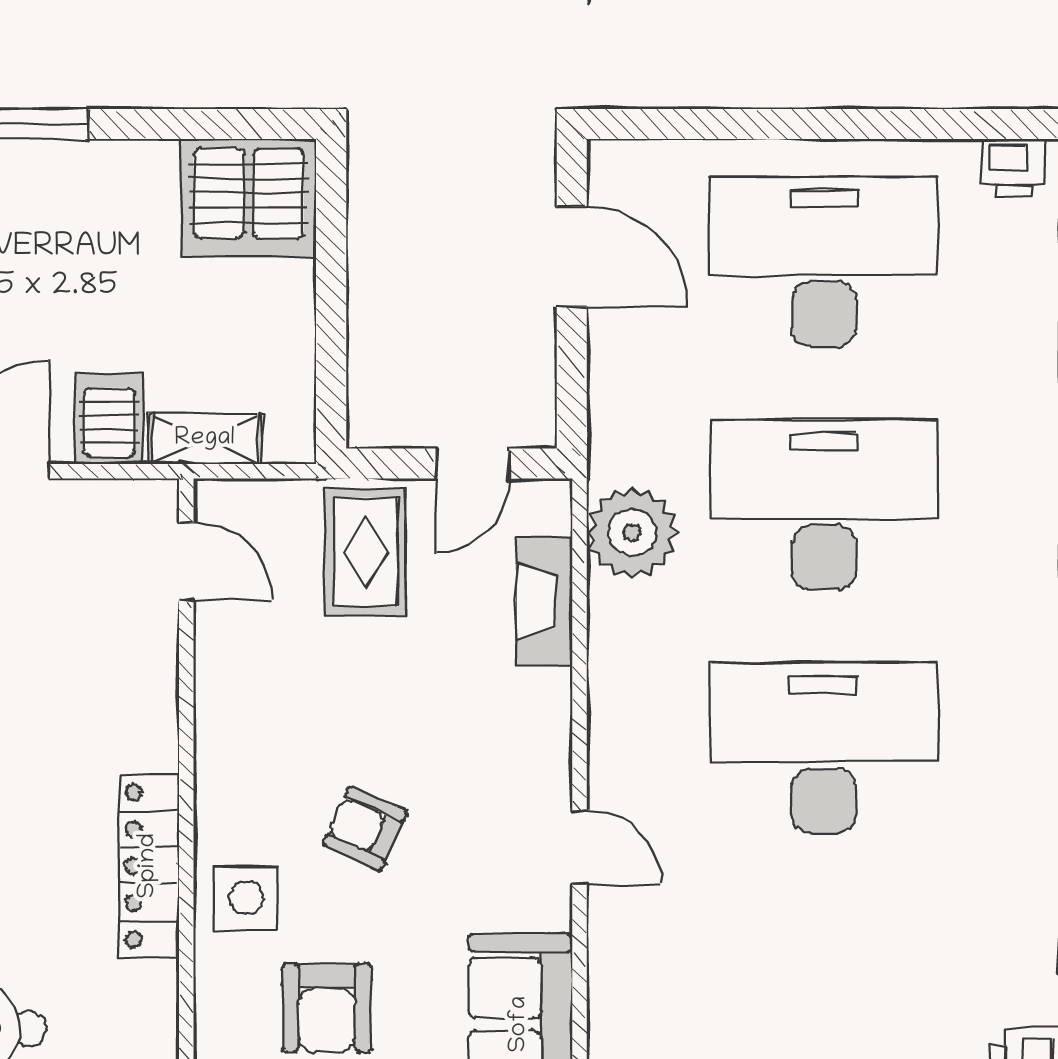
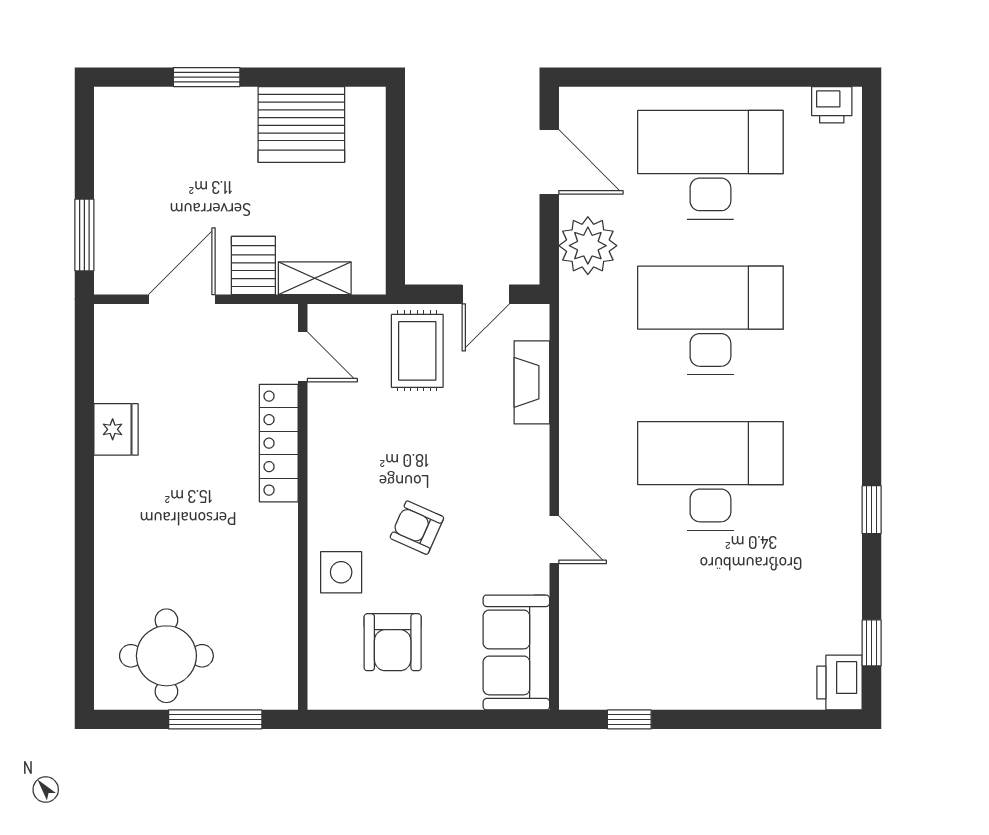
server rack: (249, 198) -> (301, 124), moved
plant: (632, 532) -> (588, 246), moved
locker: (149, 866) -> (279, 443), moved

